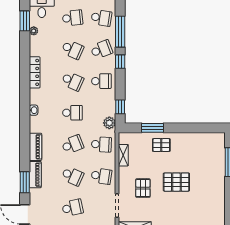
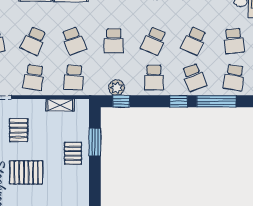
plant: (109, 123) -> (117, 88), moved
pallet: (176, 182) -> (26, 172), turned 90
pallet: (143, 188) -> (19, 130), turned 90

